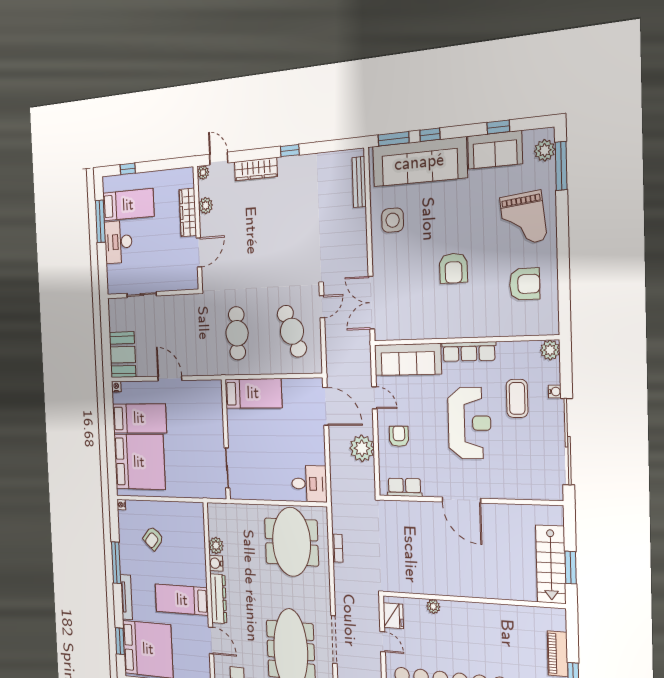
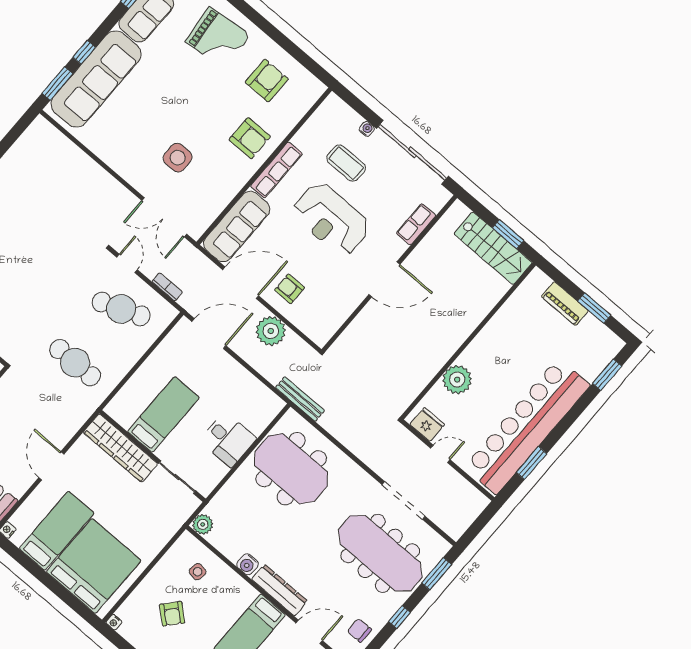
bench: (359, 182) -> (300, 399), moved
side table: (393, 220) -> (178, 158), moved
armchair: (453, 268) -> (250, 138), moved
plant: (550, 350) -> (333, 105), removed
door: (170, 378) -> (51, 466), hinge flipped
bed: (253, 393) -> (163, 415), moved
door: (374, 398) -> (241, 283), width x1.87
wardrobe: (214, 414) -> (120, 448), added
reception desk: (469, 423) -> (331, 219), turned 180
desk: (309, 484) -> (228, 439), moved, turned 90
row of seats: (405, 487) -> (416, 224), moved
side table: (187, 533) -> (198, 572), added
plant: (216, 546) -> (203, 524), moved
bookcase: (337, 548) -> (167, 287), moved
plant: (433, 606) -> (457, 380), width x1.87, depth x1.87

